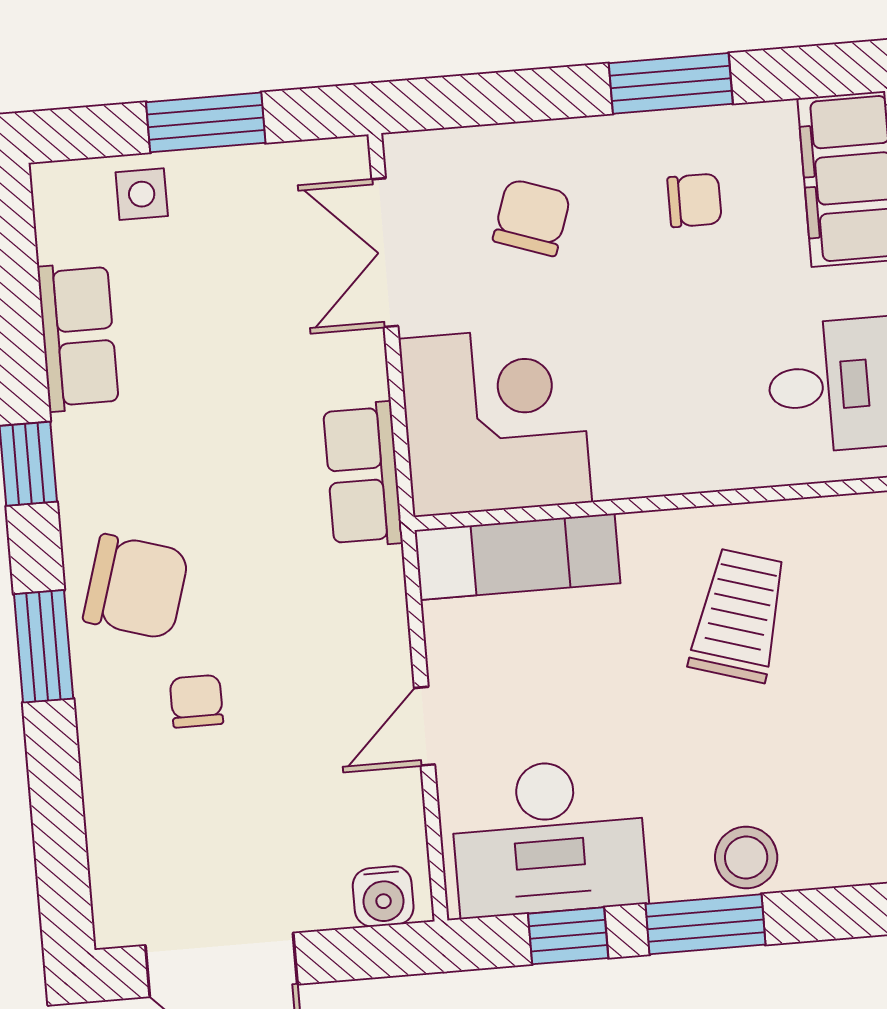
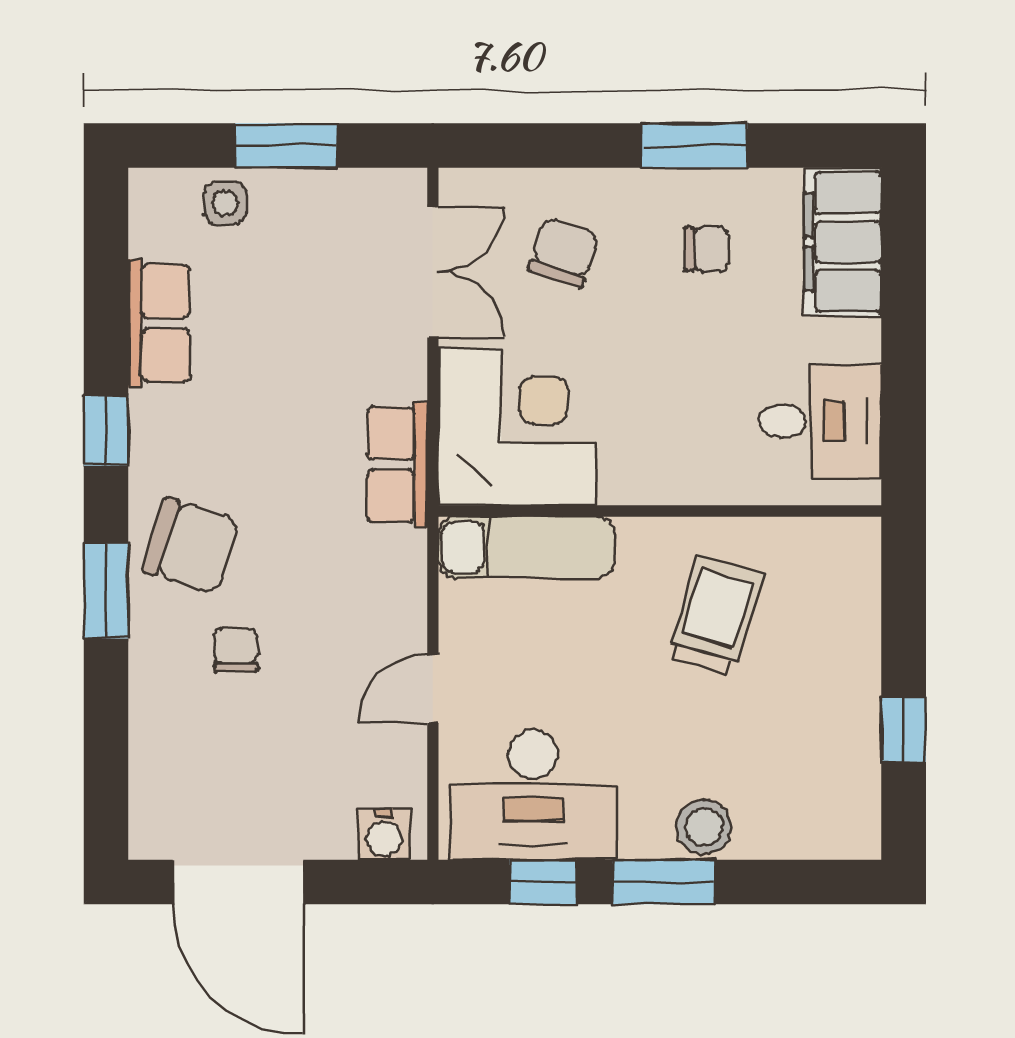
double door: (385, 253) -> (433, 272), swing flipped

